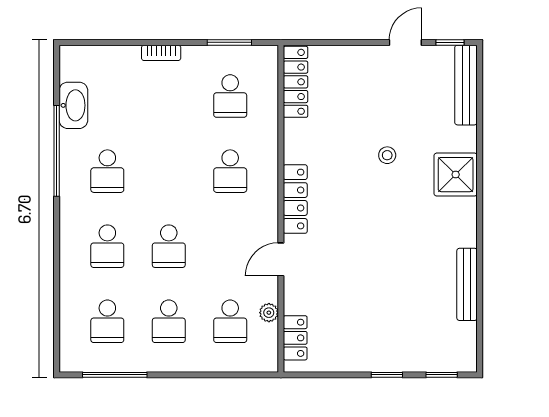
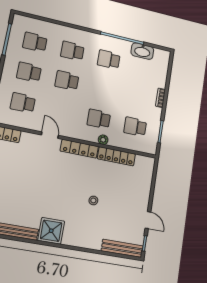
locker: (295, 82) -> (116, 156), moved
shower: (456, 175) -> (51, 231), moved
plant: (269, 313) -> (103, 140), moved

